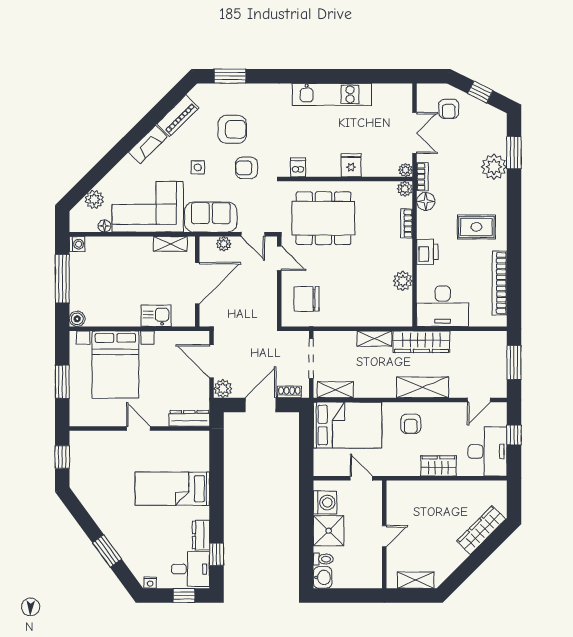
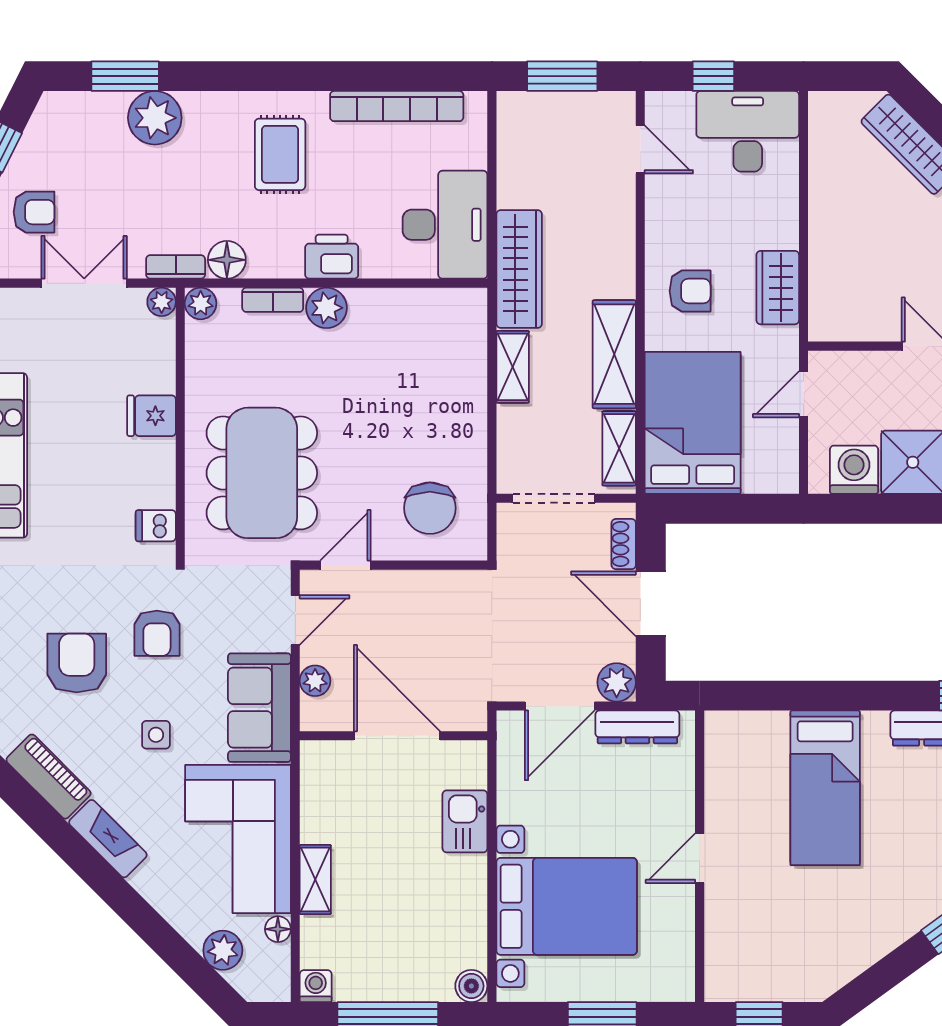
shelving: (170, 244) -> (315, 880), moved
plant: (403, 281) -> (326, 308), moved
shelving: (423, 387) -> (614, 354), moved
dresser: (189, 418) -> (637, 727), moved, turned -90
wardrobe: (438, 466) -> (778, 288), moved

